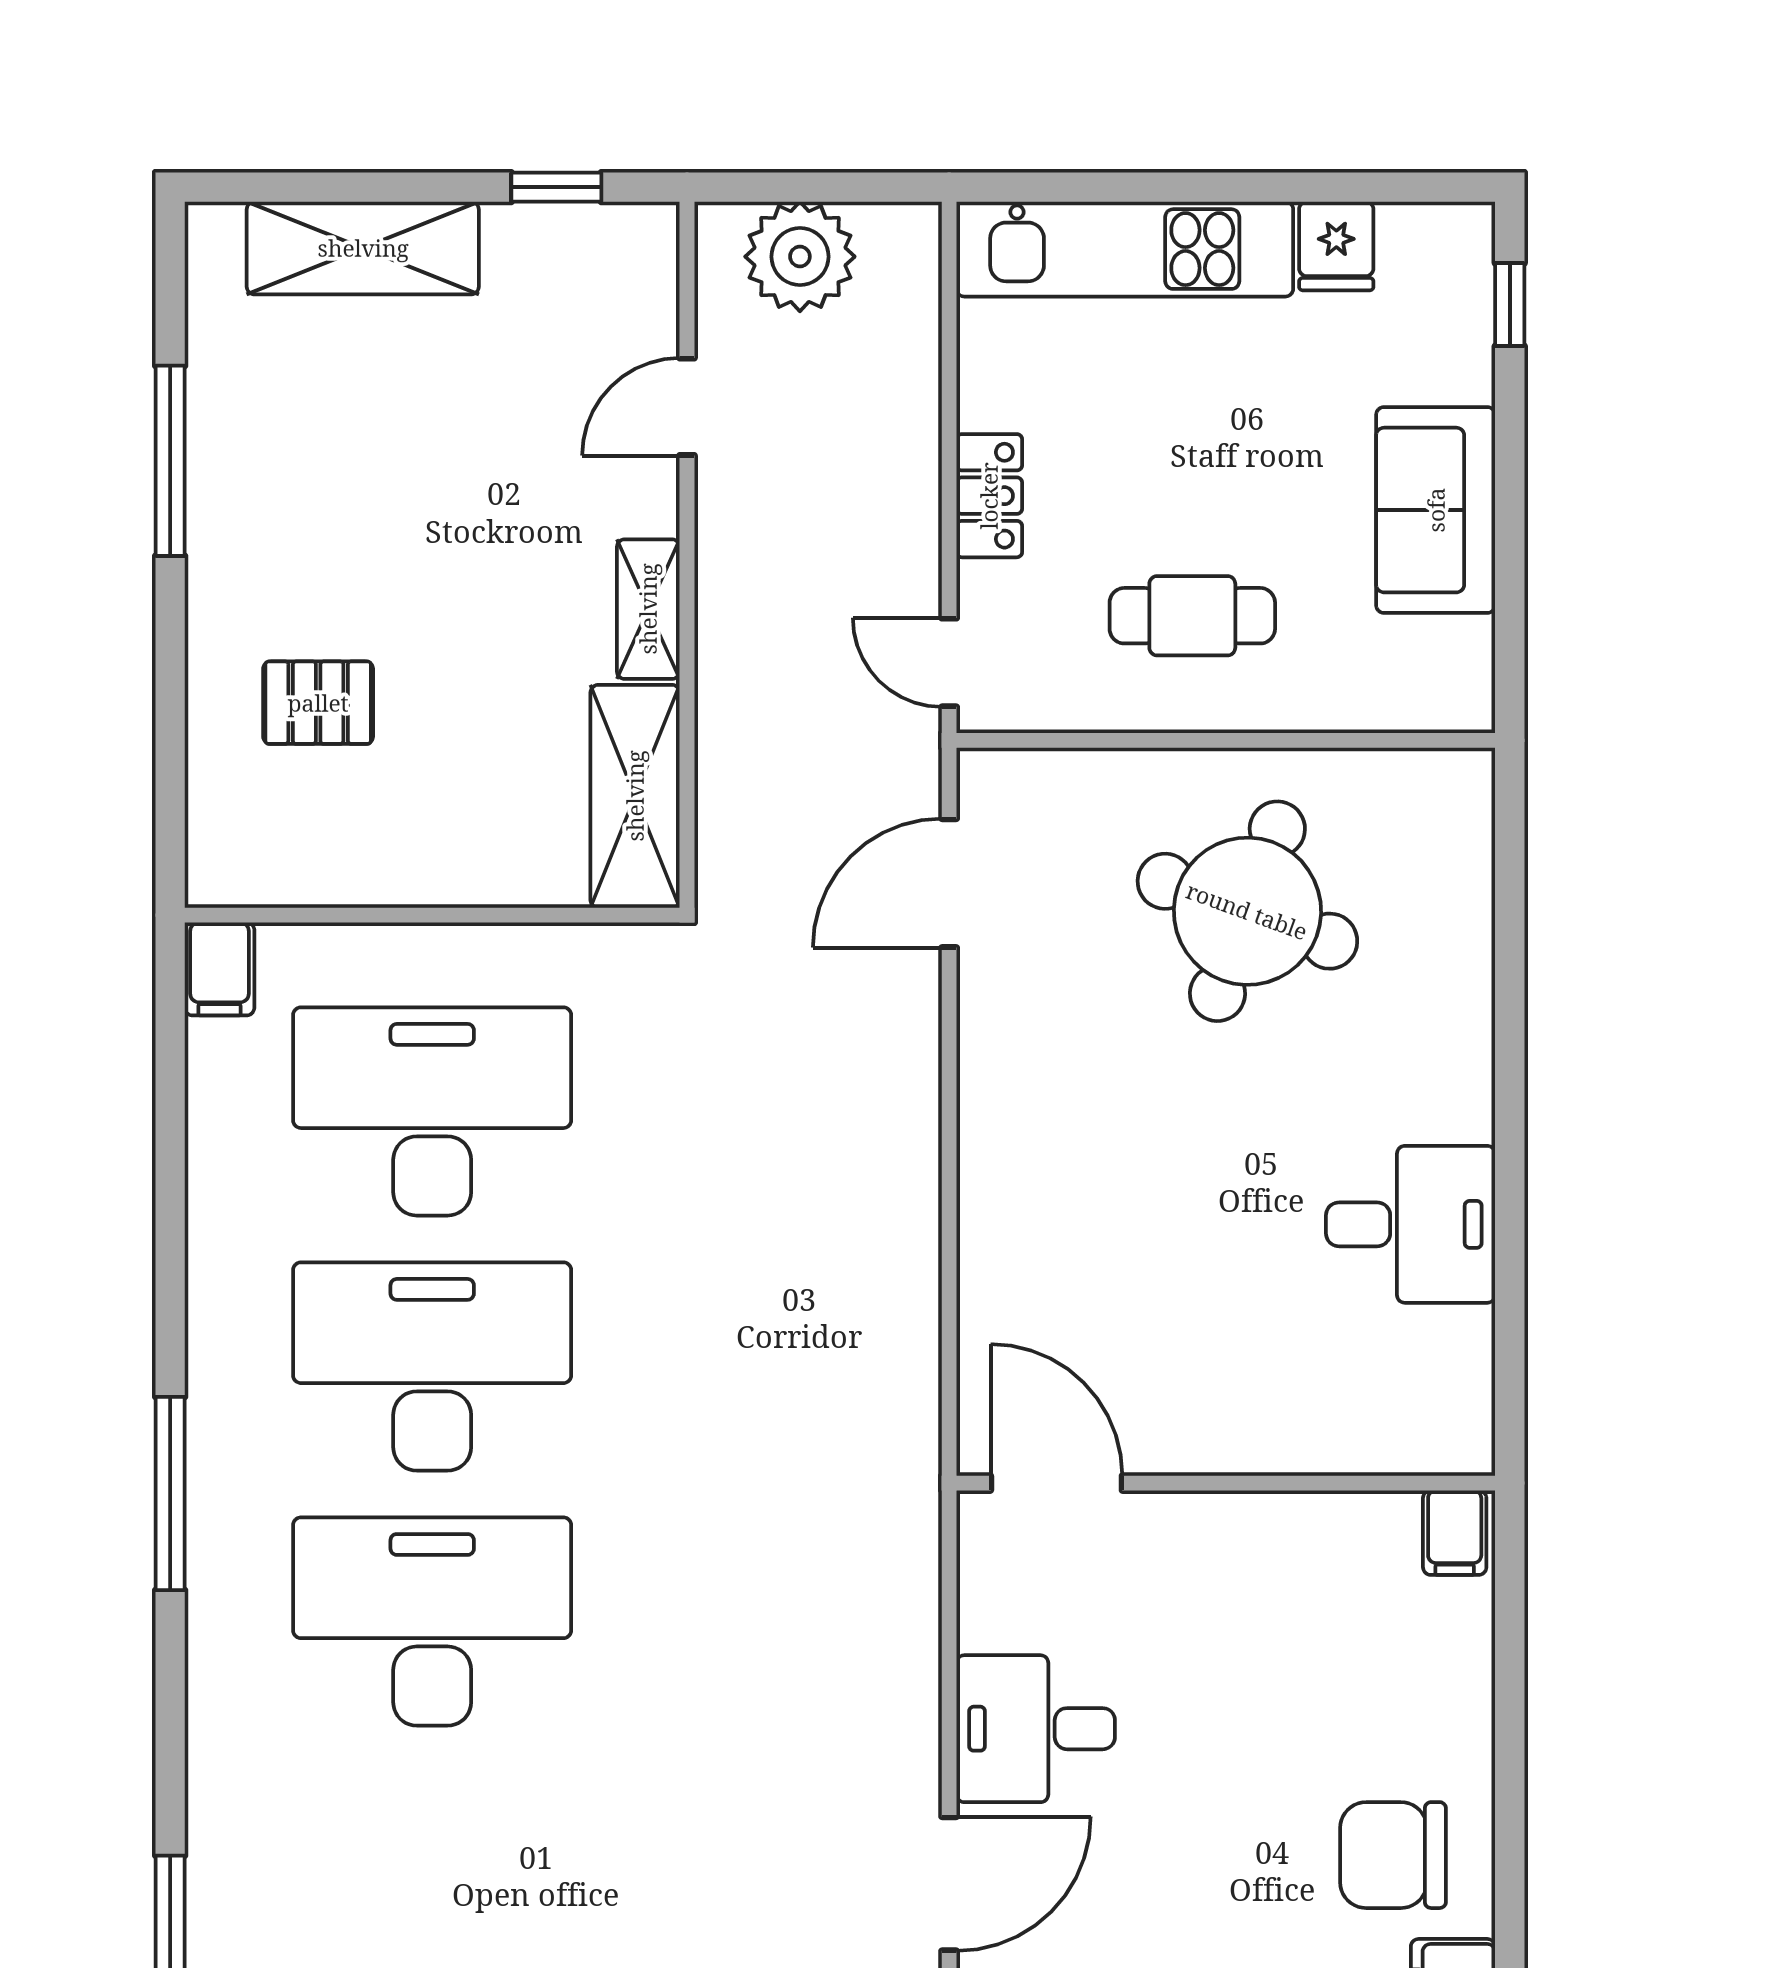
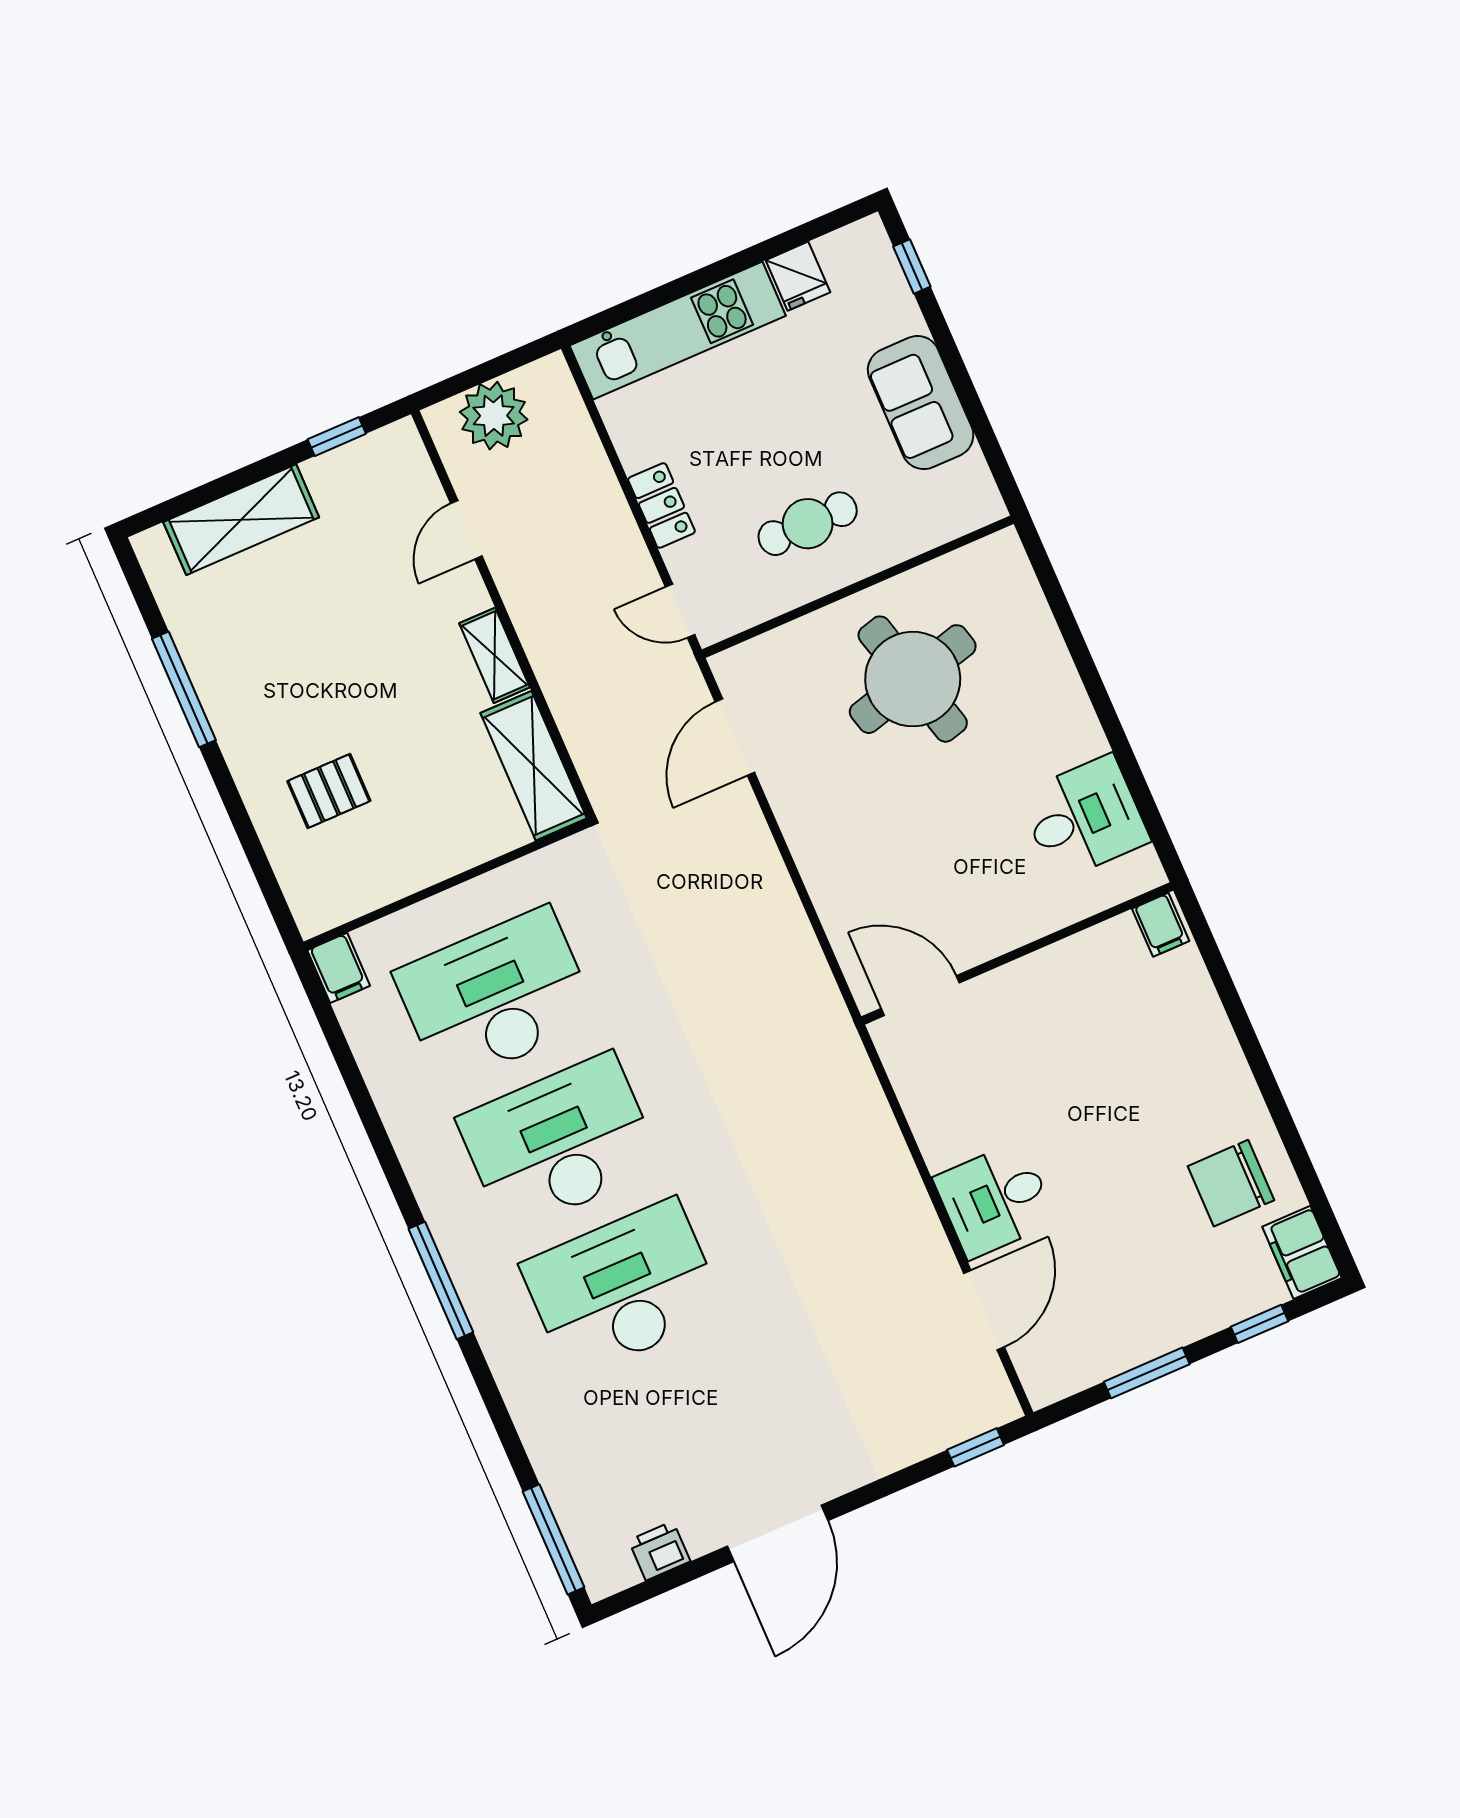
round table: (1247, 911) -> (913, 679), turned -35
door: (1056, 1483) -> (920, 996), moved
wall: (1226, 1483) -> (1017, 953), moved
filing cabinet: (1455, 1533) -> (1161, 925), moved

